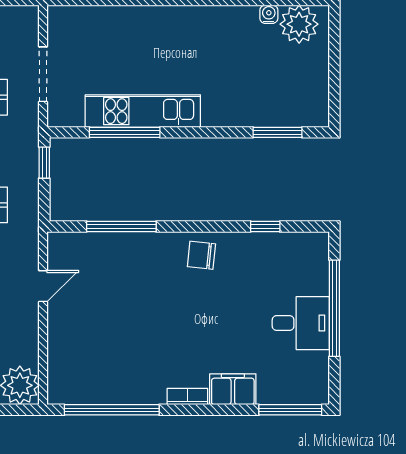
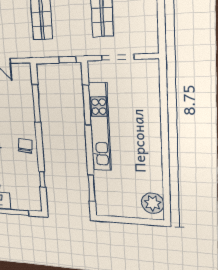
water cooler: (269, 14) -> (158, 187), removed
kitchen unit: (143, 111) -> (100, 127), width x1.36

